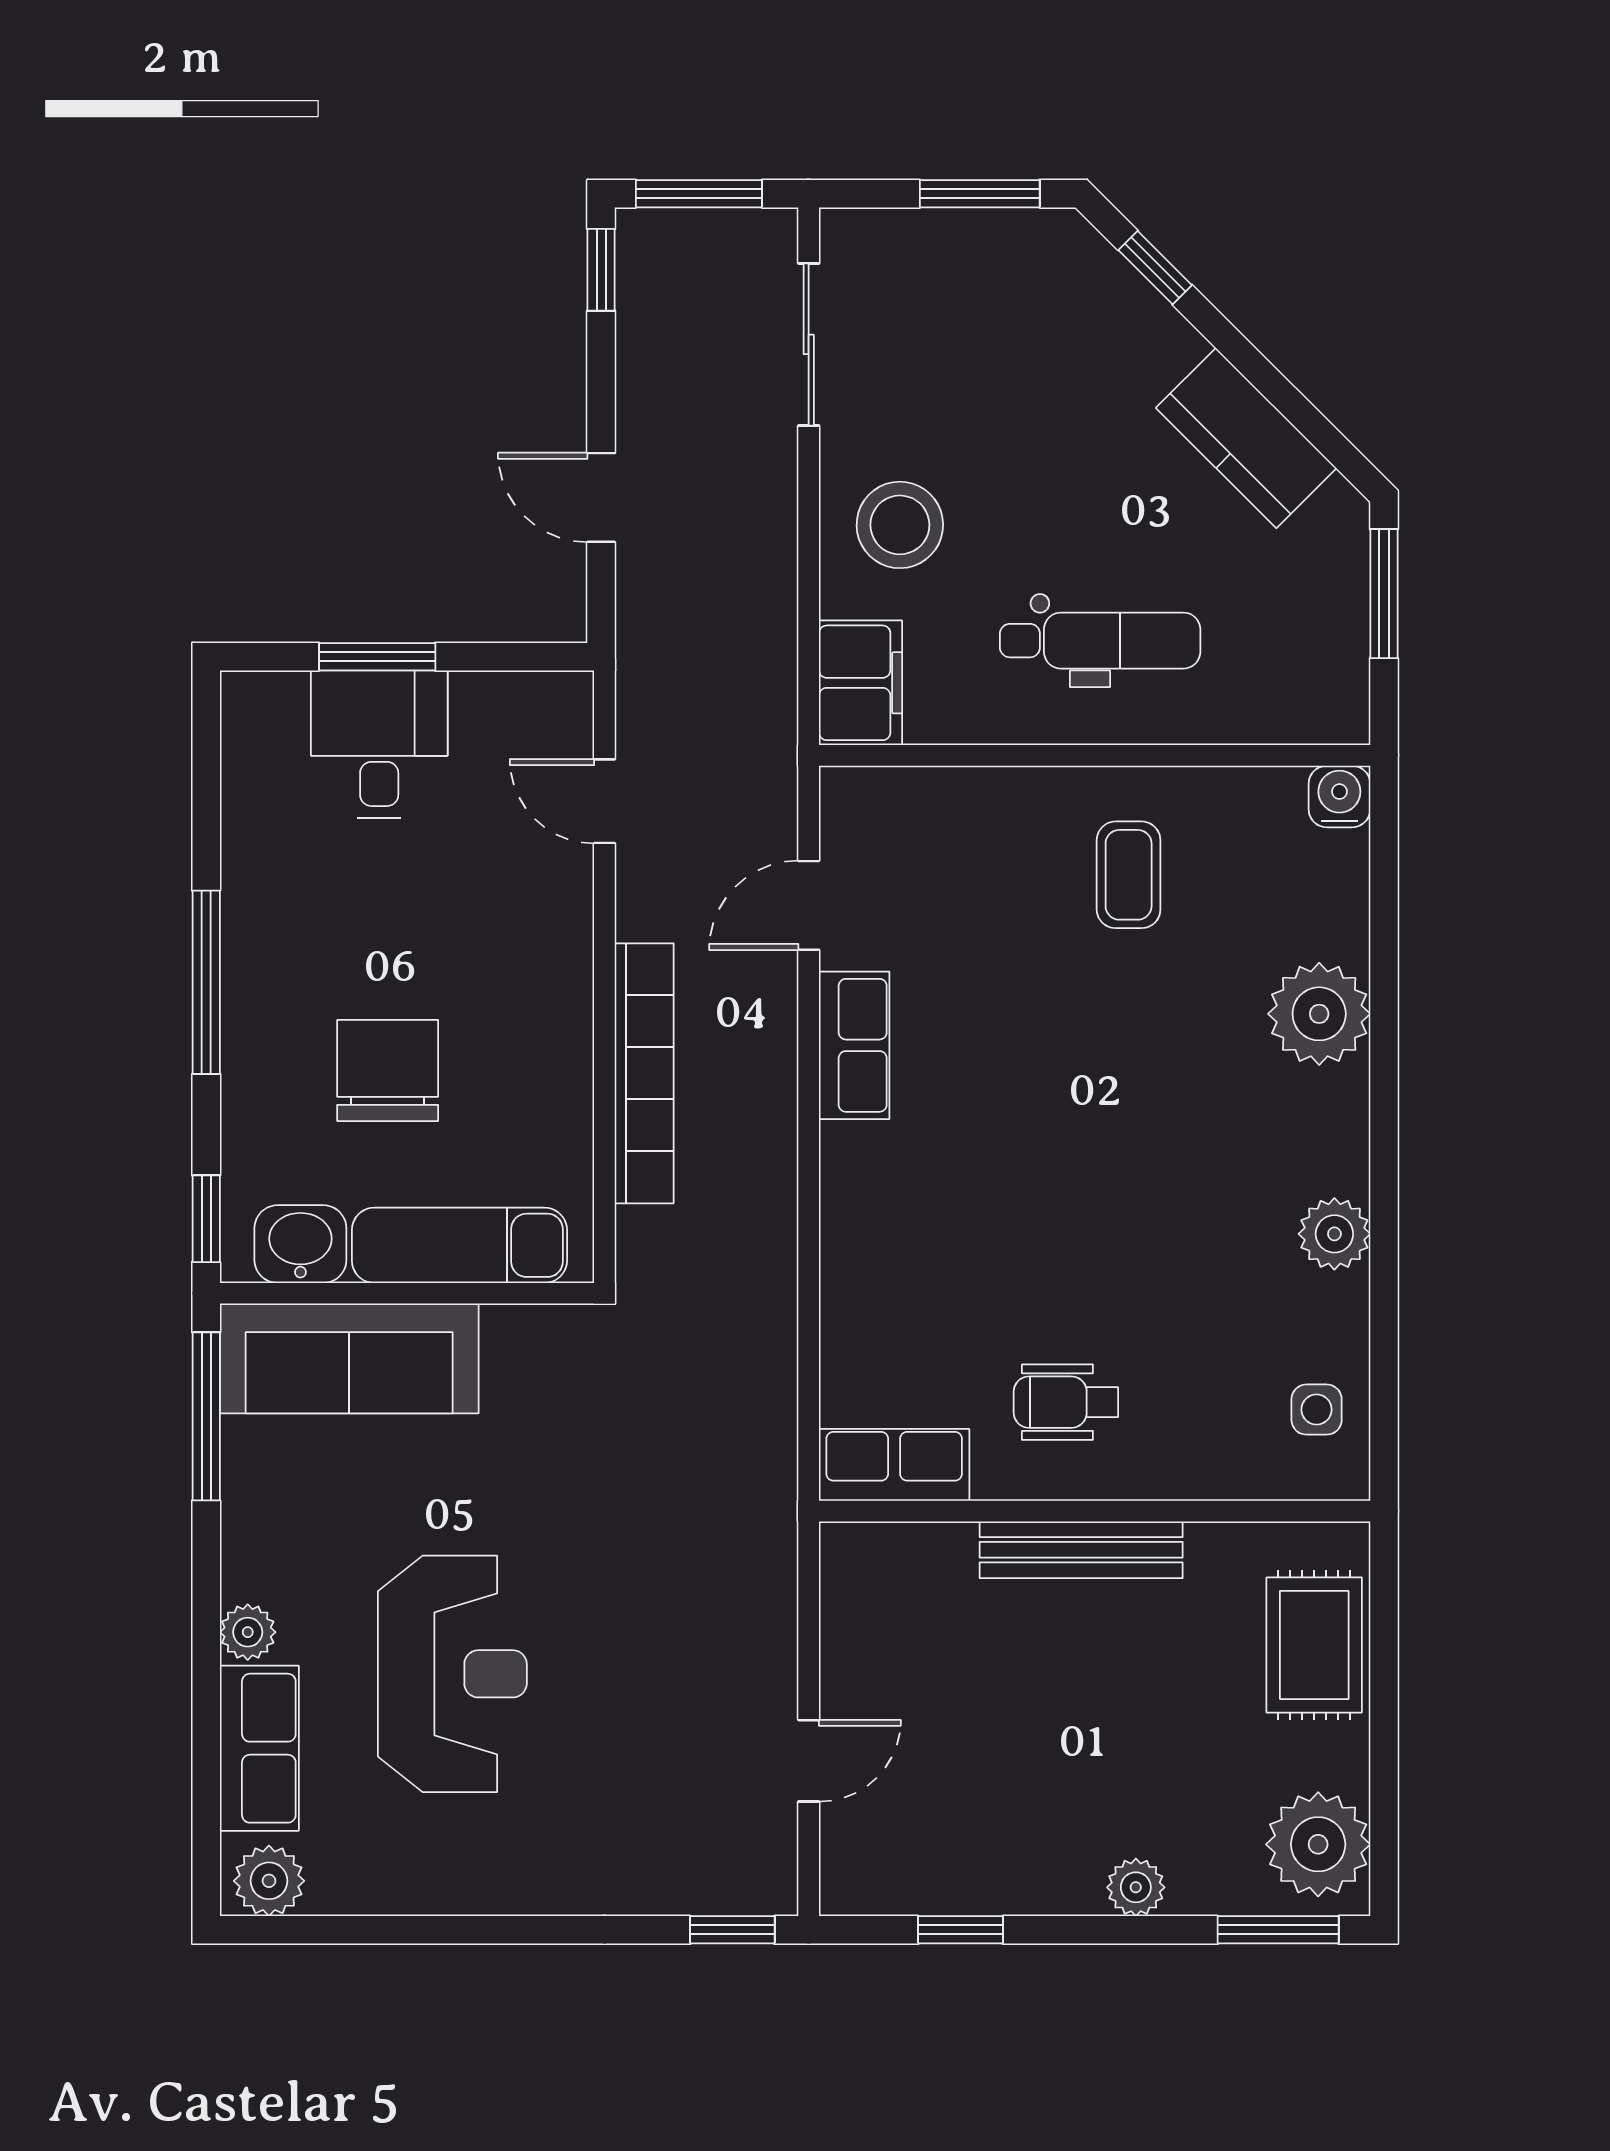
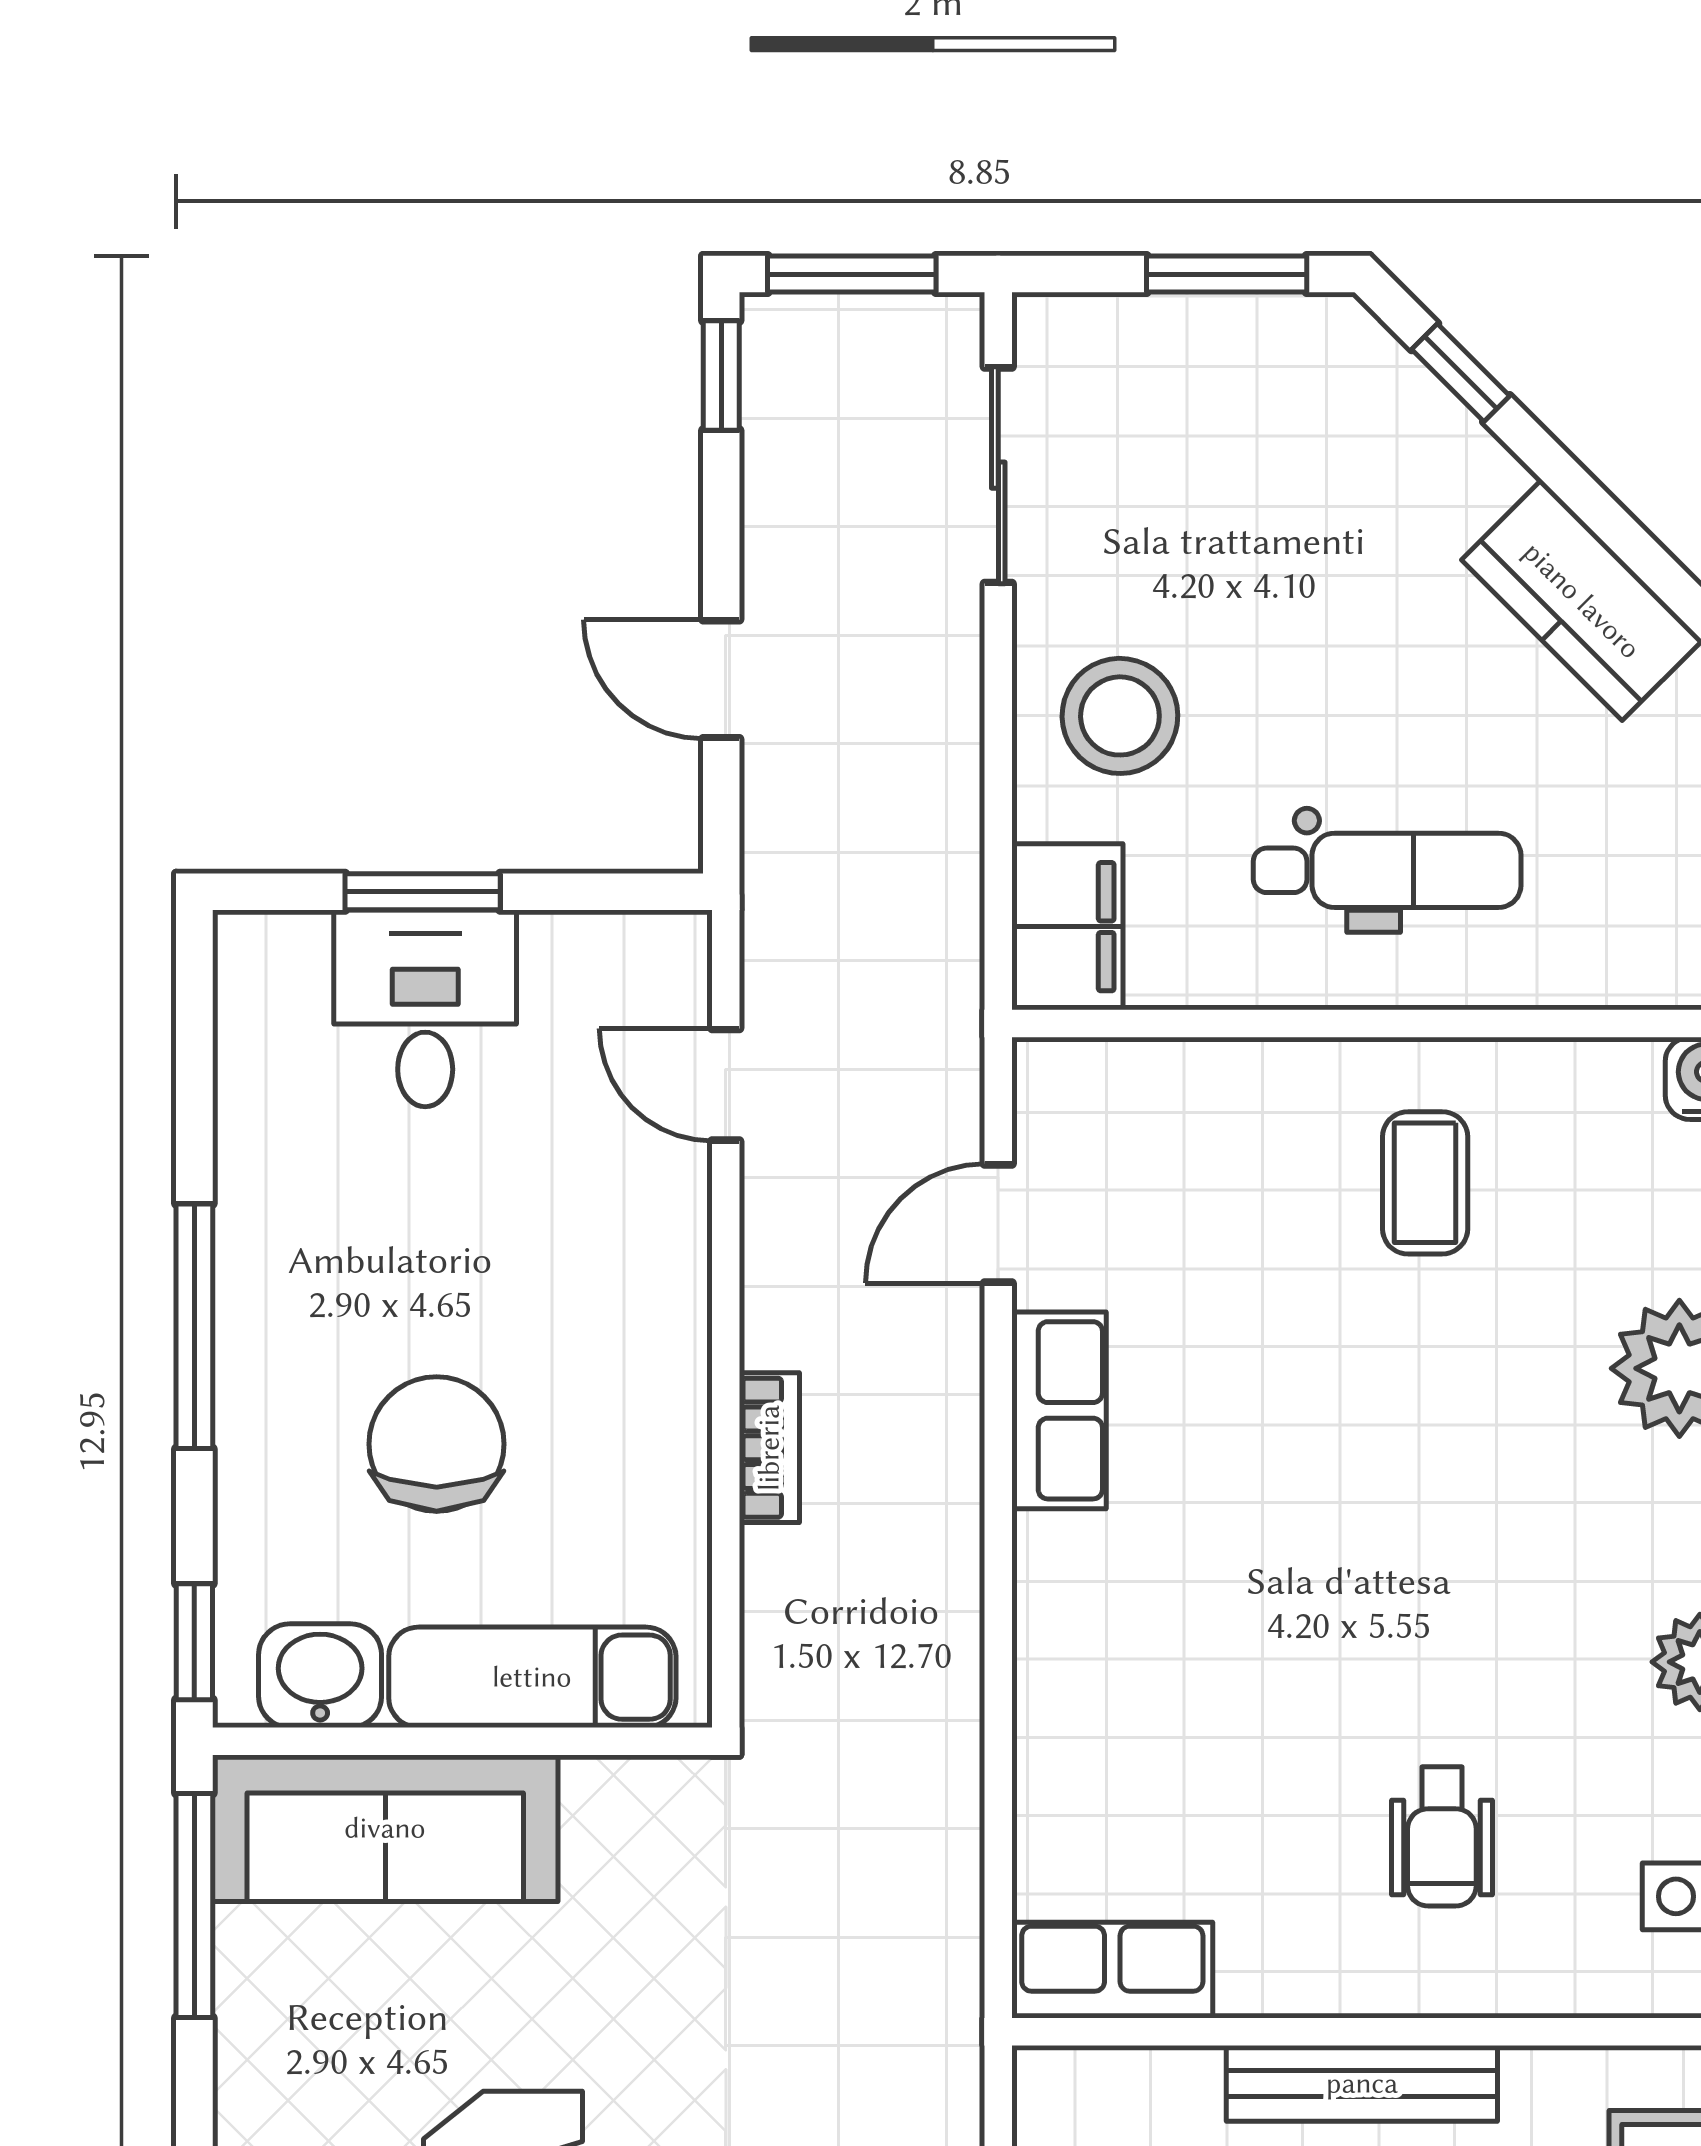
bookcase: (644, 1073) -> (769, 1448), width x0.43, depth x0.76
wheelchair: (1066, 1402) -> (1442, 1836), moved, turned -90

